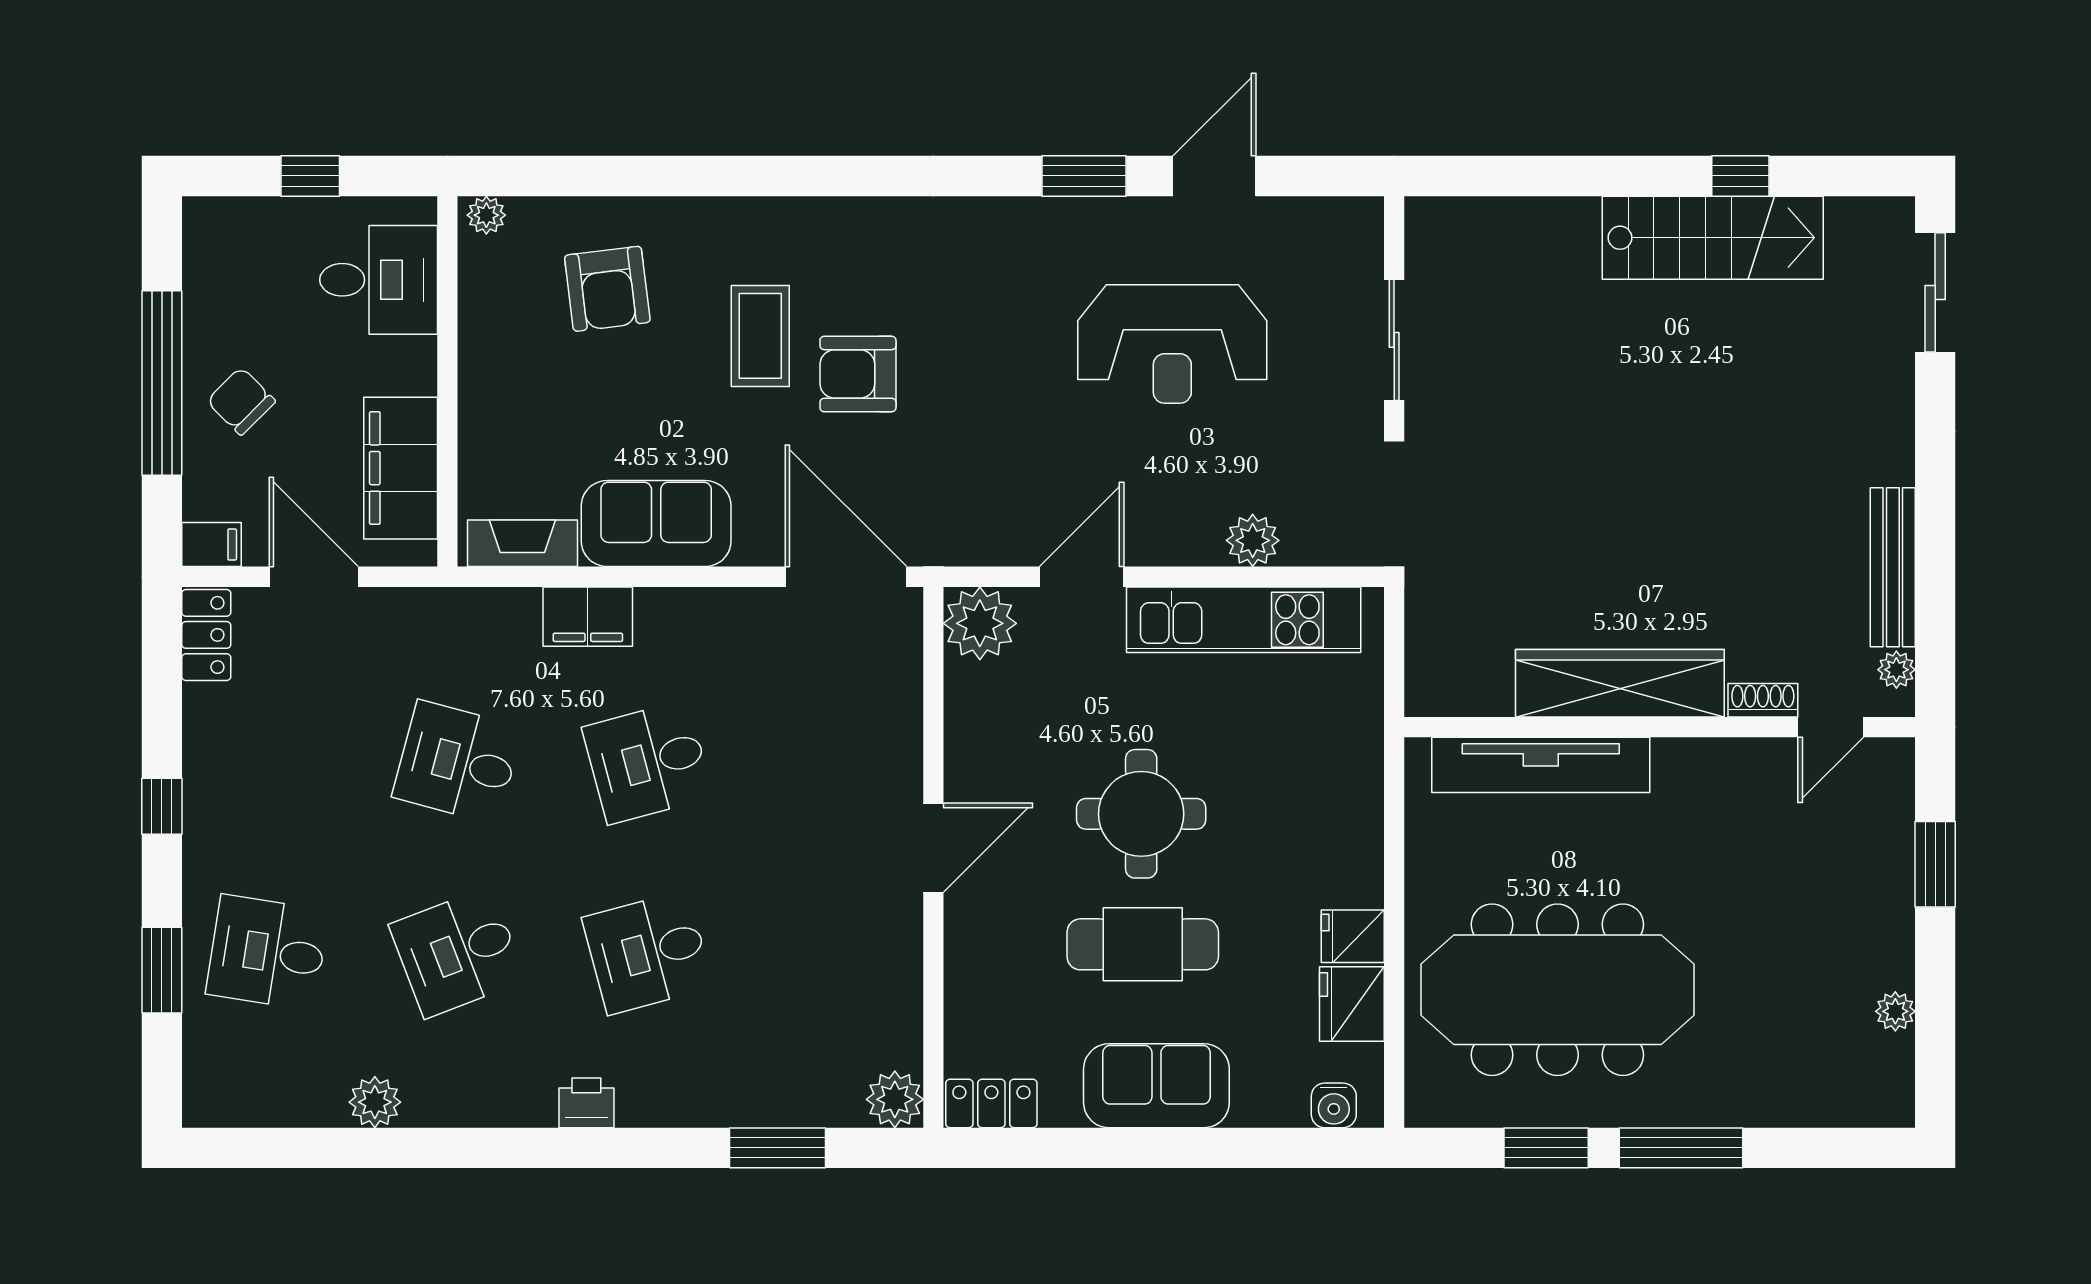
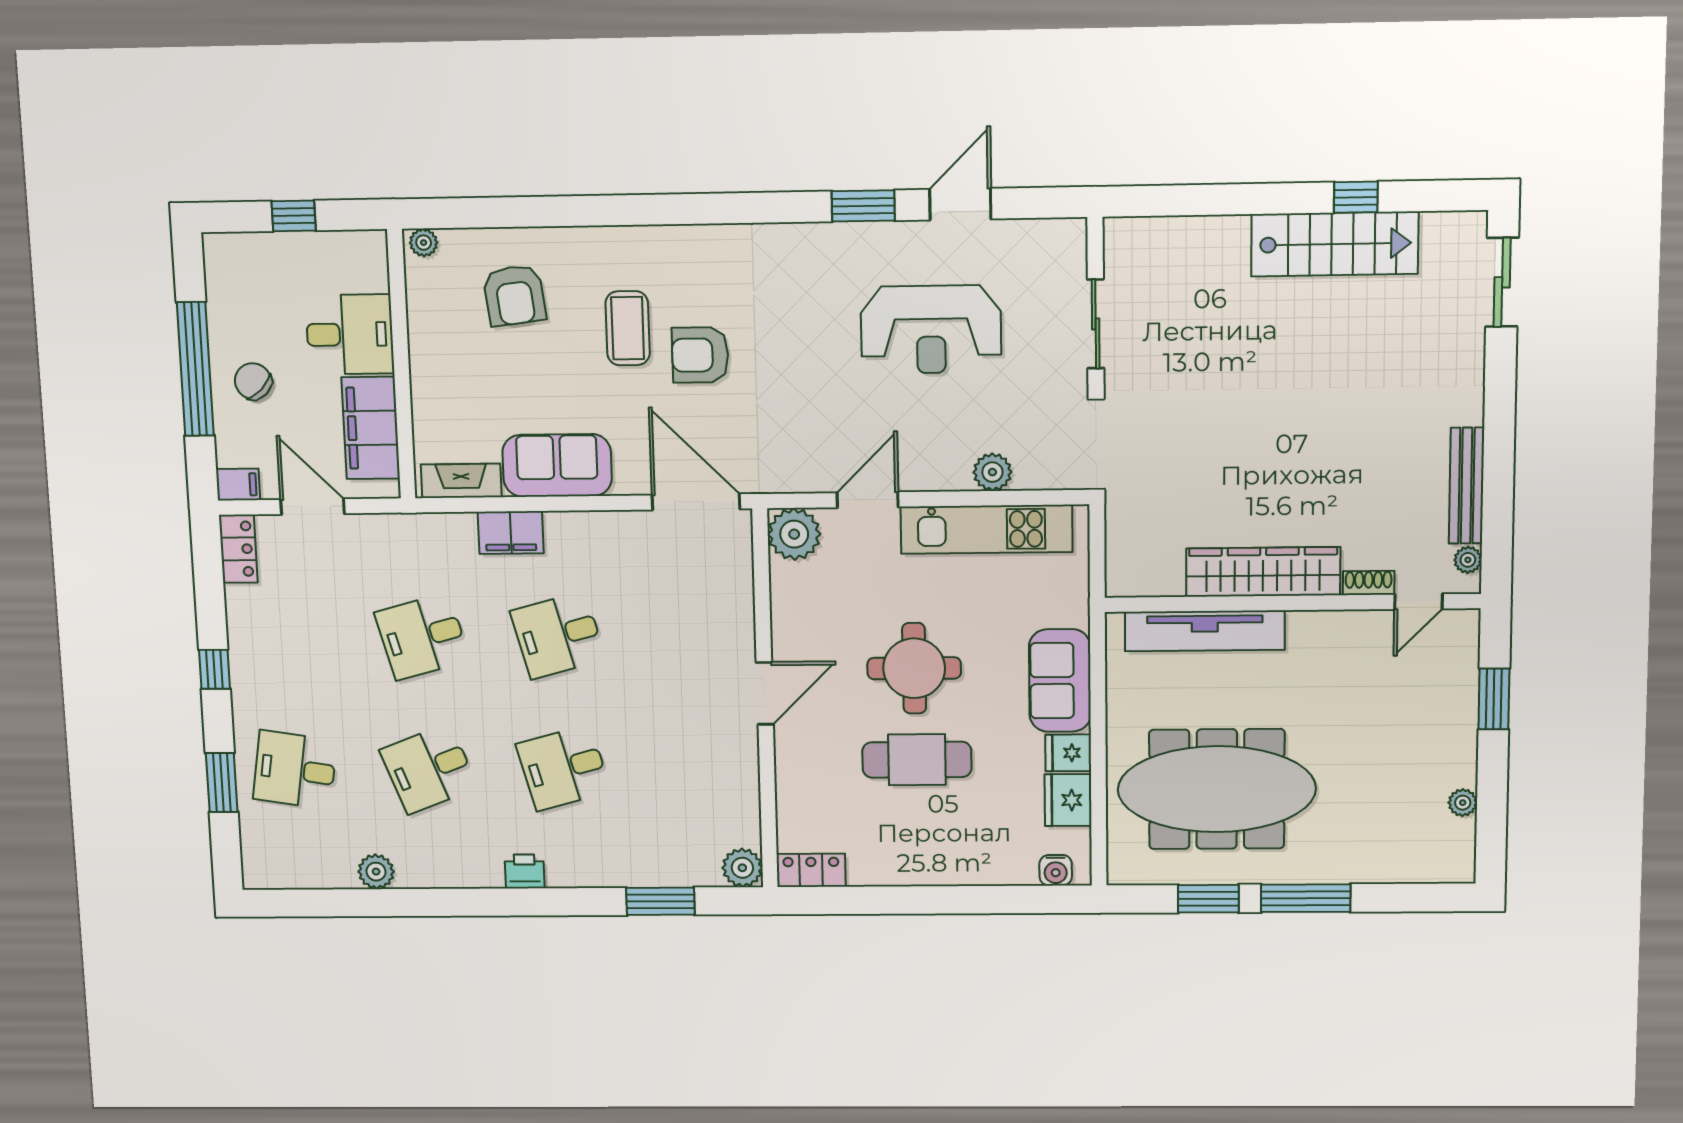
desk: (379, 280) -> (350, 334), moved
desk: (458, 762) -> (422, 636), turned -30
sofa: (1156, 1086) -> (1060, 681), moved, turned -90

